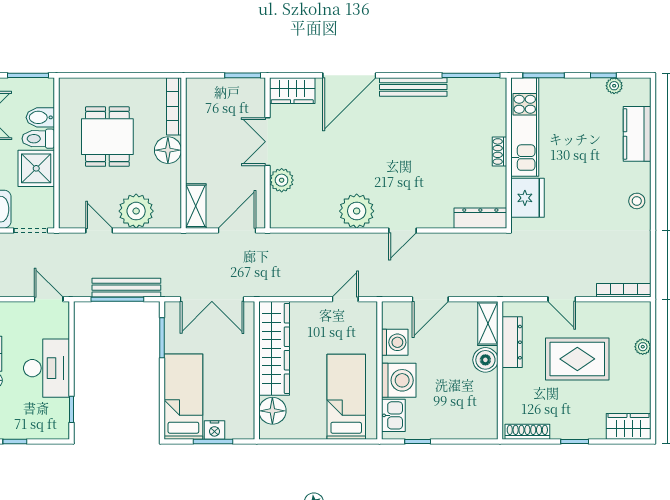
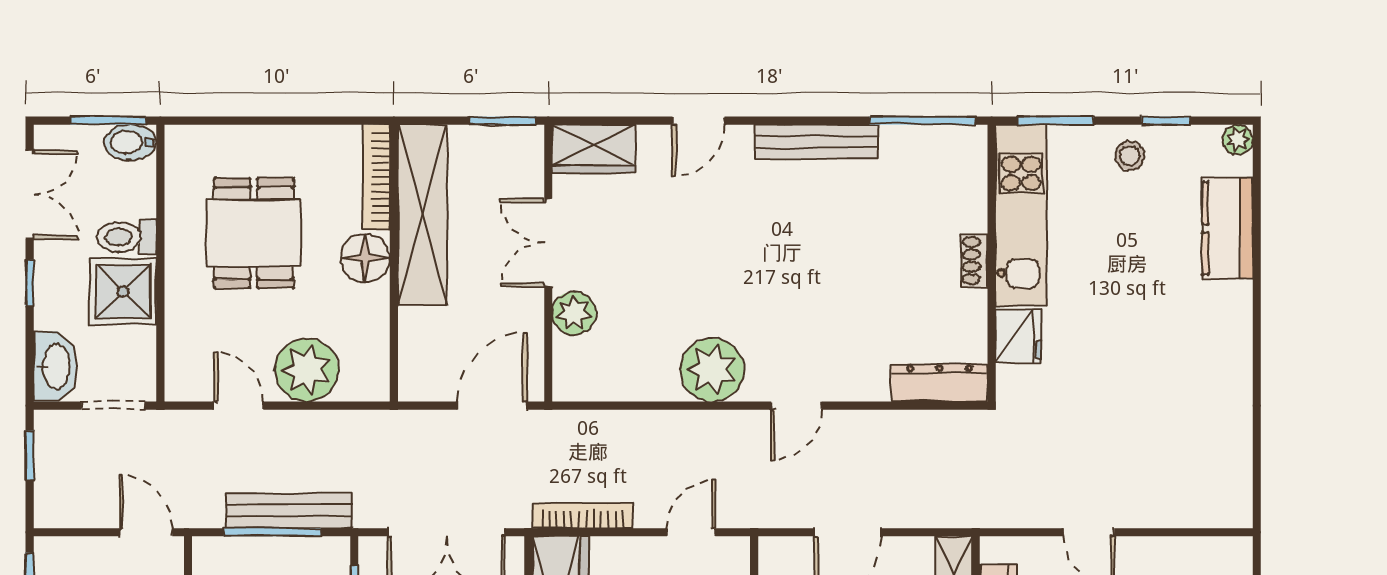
door: (349, 75) -> (699, 121), width x0.53
plant: (614, 86) -> (1238, 140), moved
bidet: (40, 117) -> (130, 143), moved
fridge: (527, 198) -> (1018, 336), width x0.73, depth x0.75
stool: (637, 201) -> (1130, 156), moved
shelving: (196, 206) -> (422, 215), moved, width x2.20, depth x1.33
bookcase: (624, 290) -> (583, 516), moved

